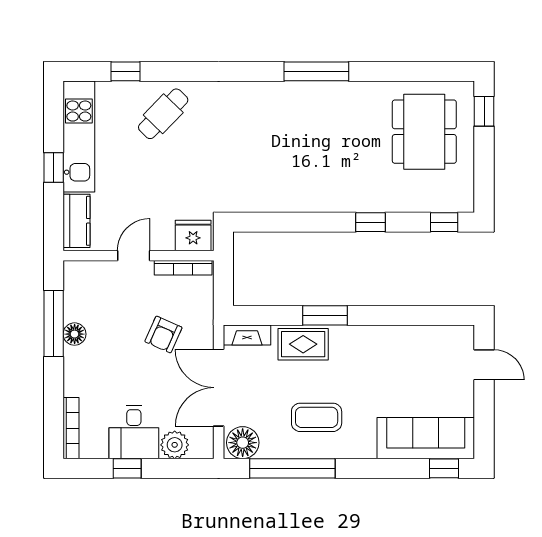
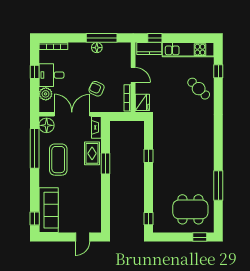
window: (316, 71) -> (218, 186), moved
window: (54, 167) -> (155, 38), moved
window: (370, 222) -> (149, 156), moved
coffee table: (317, 417) -> (58, 160), width x1.36, depth x1.32

